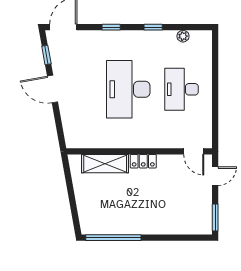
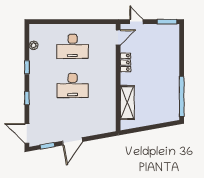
desk: (128, 89) -> (73, 86), width x0.73, depth x0.77
locker: (143, 161) -> (126, 62), moved

